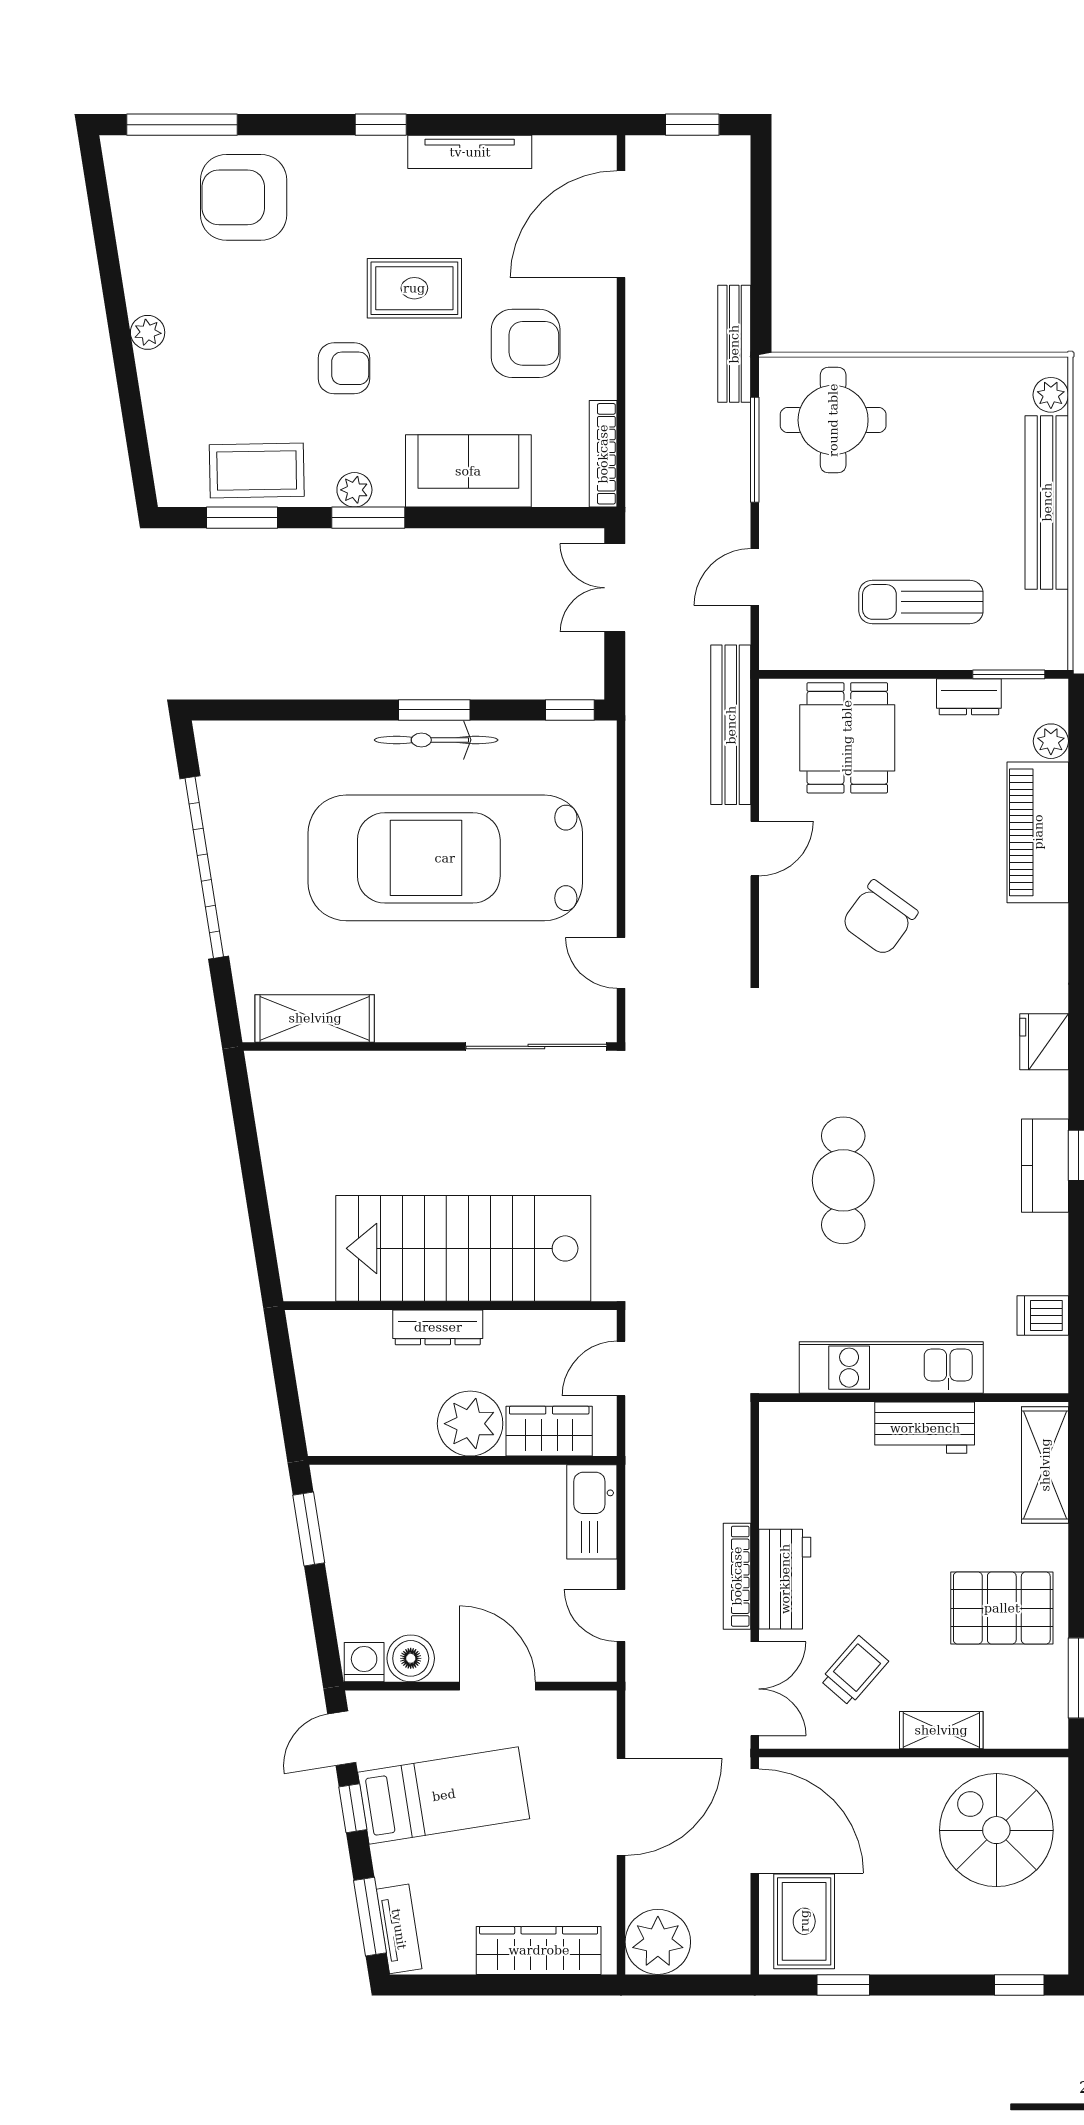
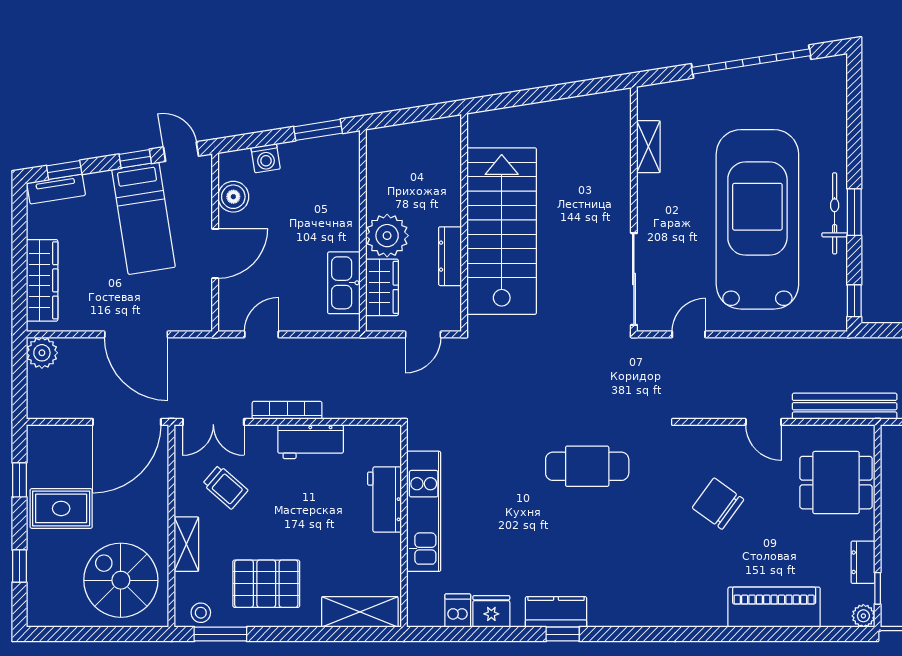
window: (1009, 674) -> (878, 588), width x0.67
plant: (1051, 741) -> (863, 616), moved
shelving: (315, 1018) -> (648, 147), width x0.67, depth x0.75
fridge: (1044, 1042) -> (491, 611), moved
cafe table: (843, 1180) -> (587, 466), moved
dresser: (438, 1327) -> (450, 256), moved
door: (621, 1369) -> (423, 334), swing flipped
workbench: (925, 1428) -> (384, 499), moved
kitchen sink: (592, 1512) -> (344, 283), moved, turned -90
workbench: (785, 1579) -> (311, 442), moved
pallet: (1002, 1608) -> (266, 584), turned 90
washing machine: (364, 1662) -> (266, 158), moved, turned 81
stool: (1046, 1708) -> (201, 613), added
spiral stairs: (996, 1830) -> (121, 580), turned -90
window: (370, 1917) -> (64, 170), width x0.67
rug: (804, 1921) -> (61, 508), moved
plant: (658, 1942) -> (42, 353), width x0.73, depth x0.73
window: (1019, 1985) -> (19, 566), moved

